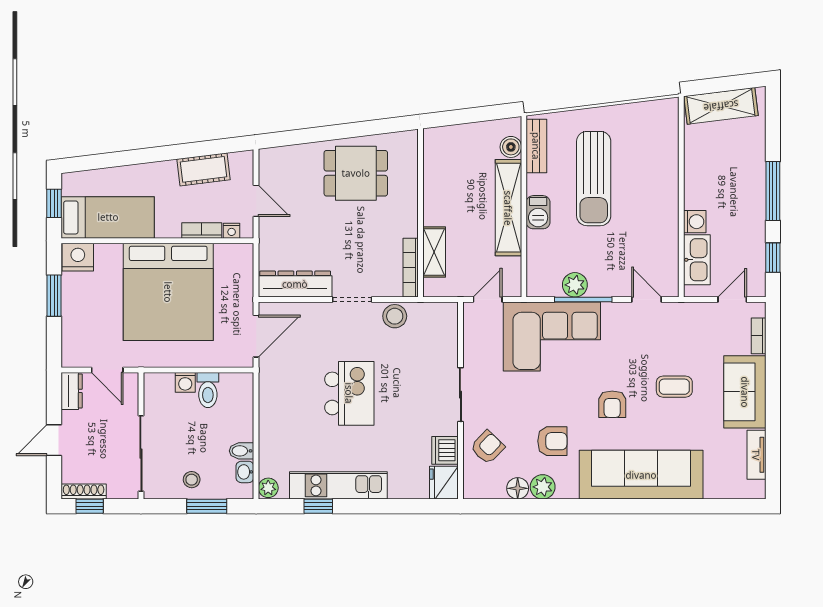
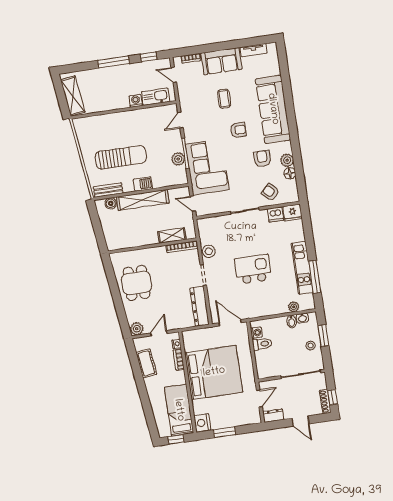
plant: (271, 161) -> (137, 329), added
washing machine: (185, 382) -> (256, 333), moved
plant: (268, 488) -> (294, 307), moved
window: (318, 506) -> (315, 277), width x2.17

